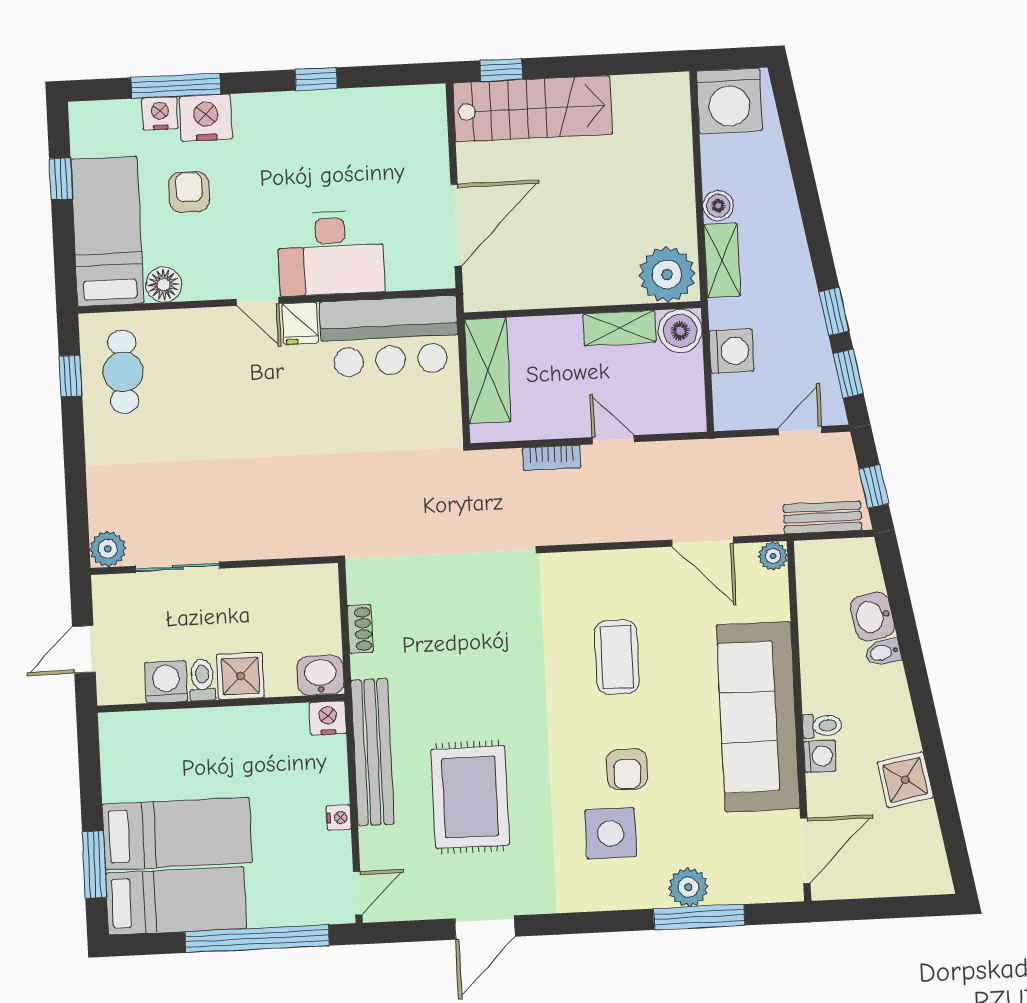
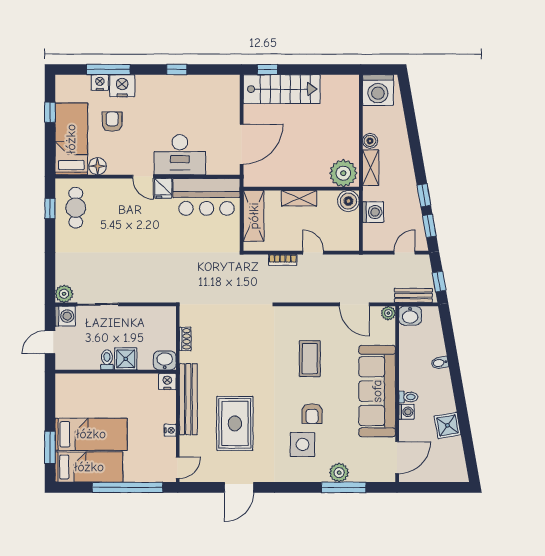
shelving: (620, 328) -> (299, 198), moved
washbasin: (872, 616) -> (410, 316), moved, turned -80
washing machine: (166, 682) -> (65, 316), moved, turned 90

